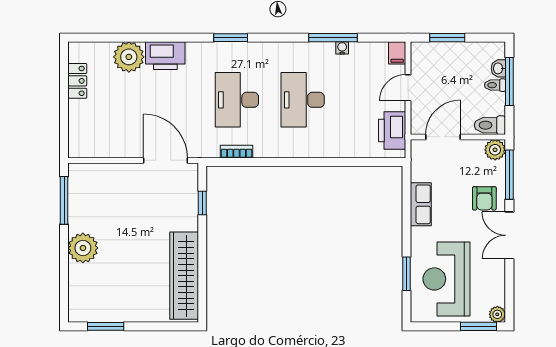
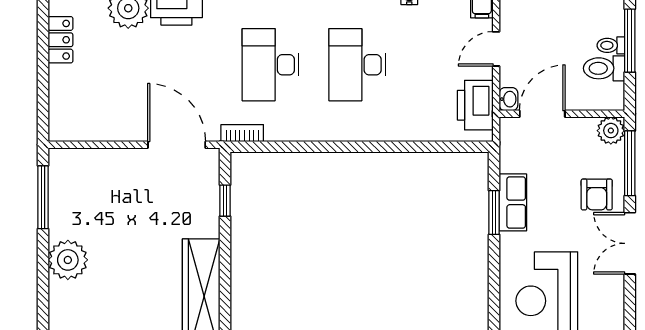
washbasin: (498, 68) -> (509, 99), moved, turned 180
toilet: (490, 125) -> (604, 68), moved
bookcase: (237, 152) -> (242, 133), moved
window: (406, 274) -> (494, 212), moved

